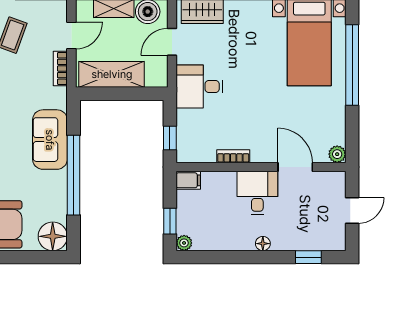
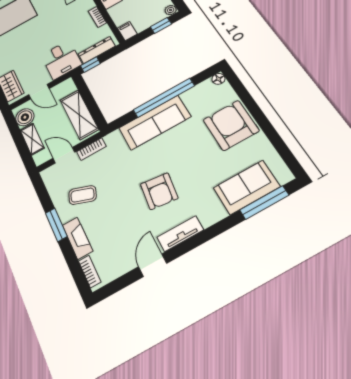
dresser: (185, 133) -> (97, 50), added
window: (170, 138) -> (90, 65), moved
sofa: (50, 140) -> (155, 122), width x1.36
floor lamp: (53, 236) -> (218, 79), width x0.53, depth x0.53

